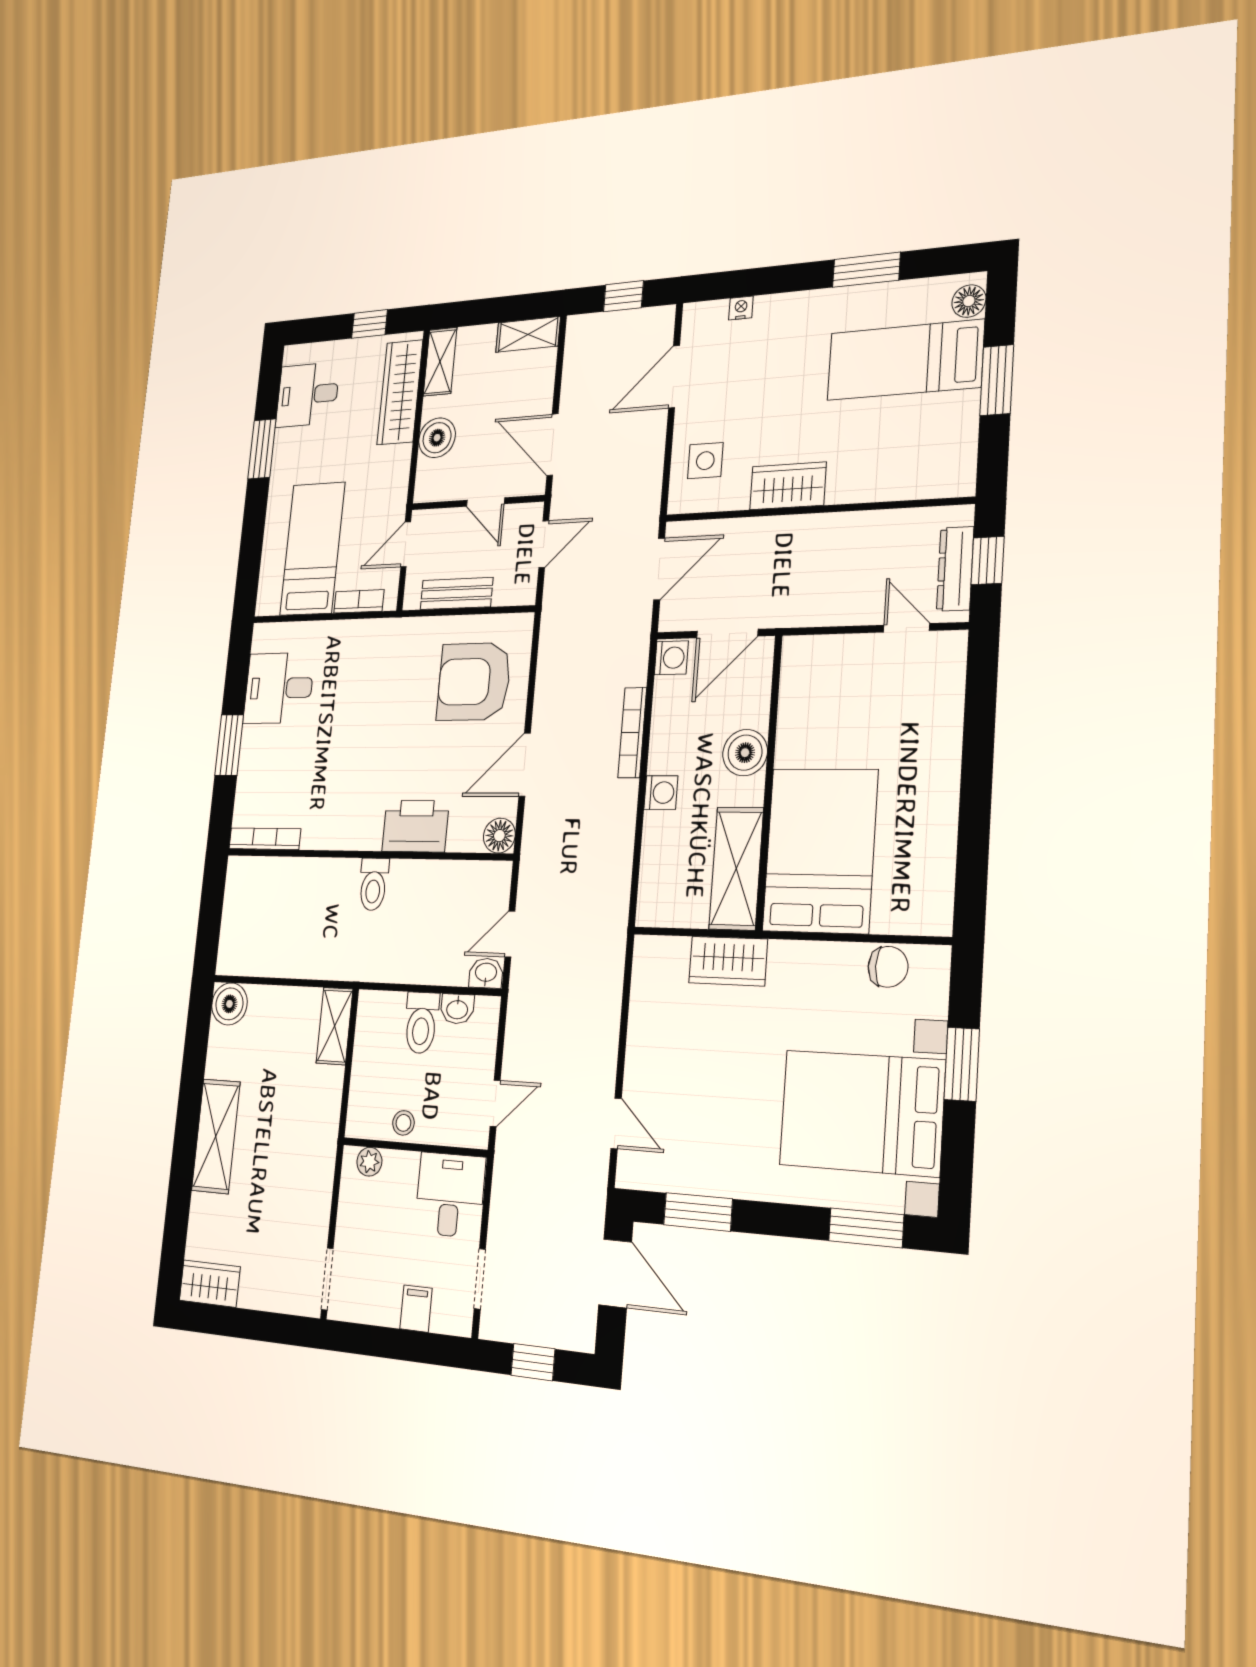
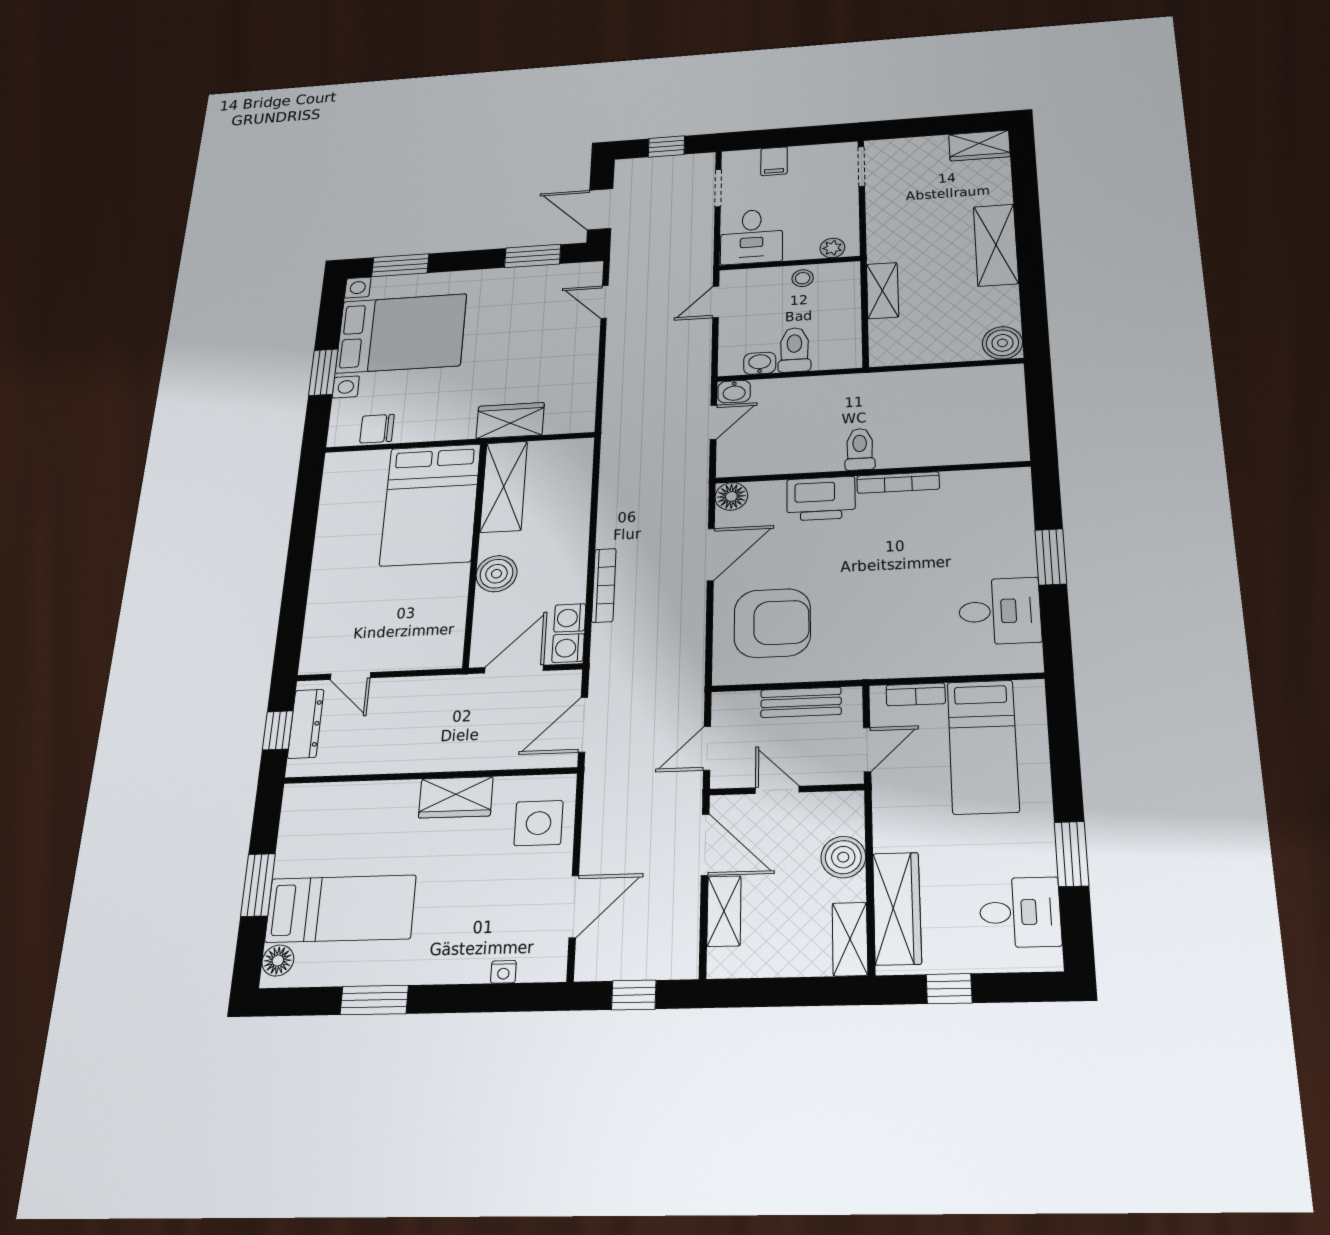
shelving: (528, 334) -> (724, 911), moved, turned 90
side table: (705, 461) -> (539, 823), width x1.37, depth x1.37
washing machine: (661, 793) -> (570, 618), moved
bookcase: (265, 839) -> (898, 483), moved
shelving: (335, 1026) -> (883, 291), moved

